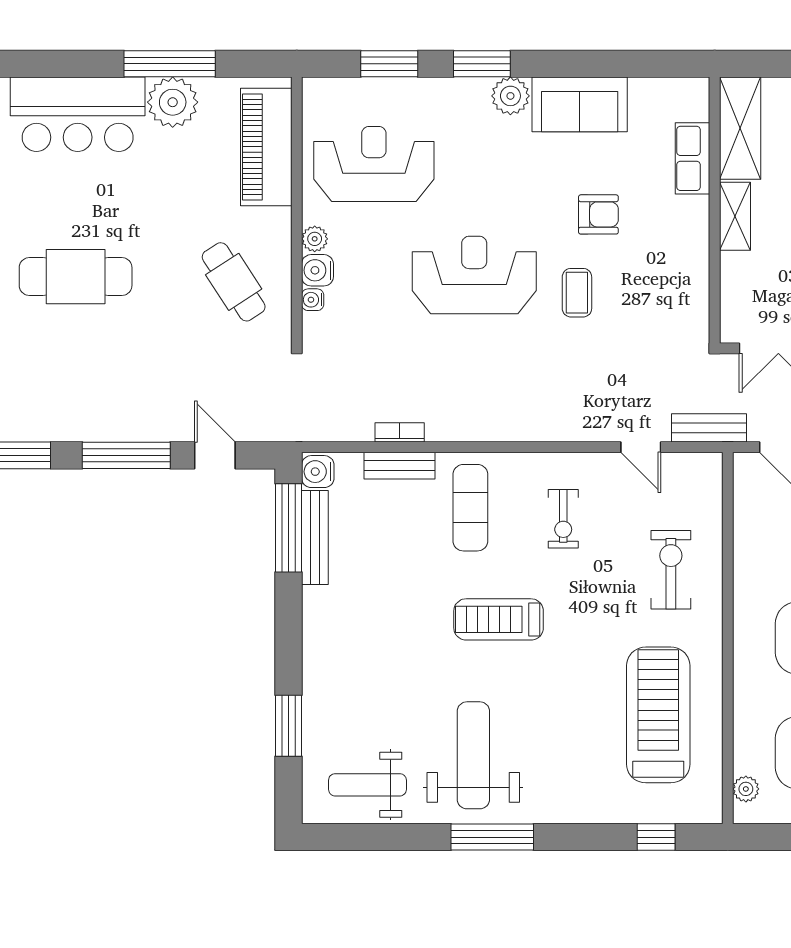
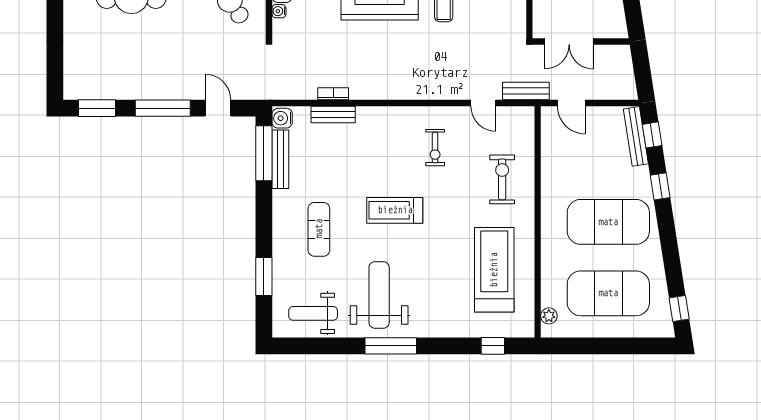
exercise mat: (470, 508) -> (319, 229), moved

